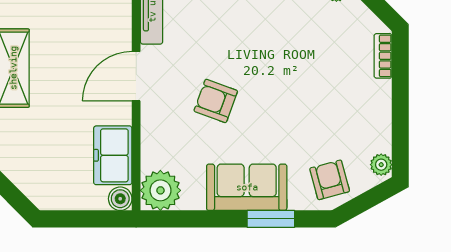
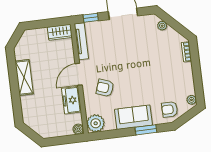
armchair: (216, 101) -> (105, 88), moved
freezer: (113, 155) -> (71, 100), moved
armchair: (330, 180) -> (170, 109), turned -75

